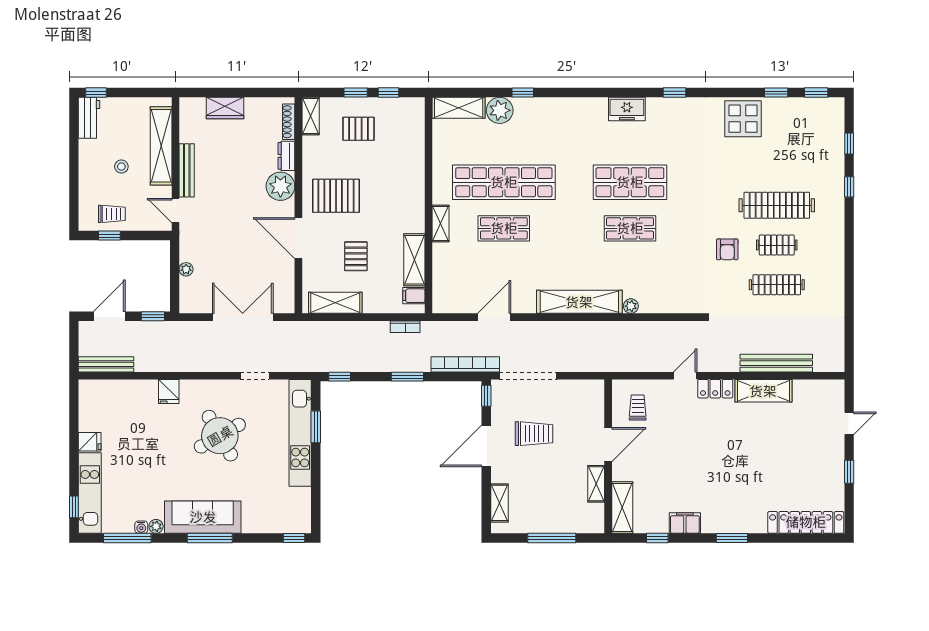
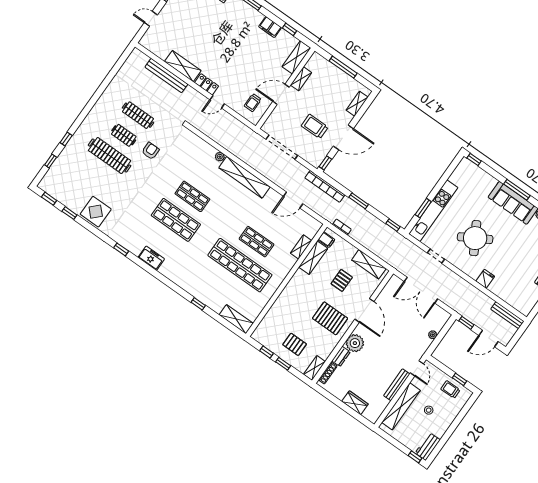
plant: (500, 110) -> (216, 303), removed
shelving: (440, 224) -> (301, 247), moved
doorway: (528, 376) -> (282, 147), moved

